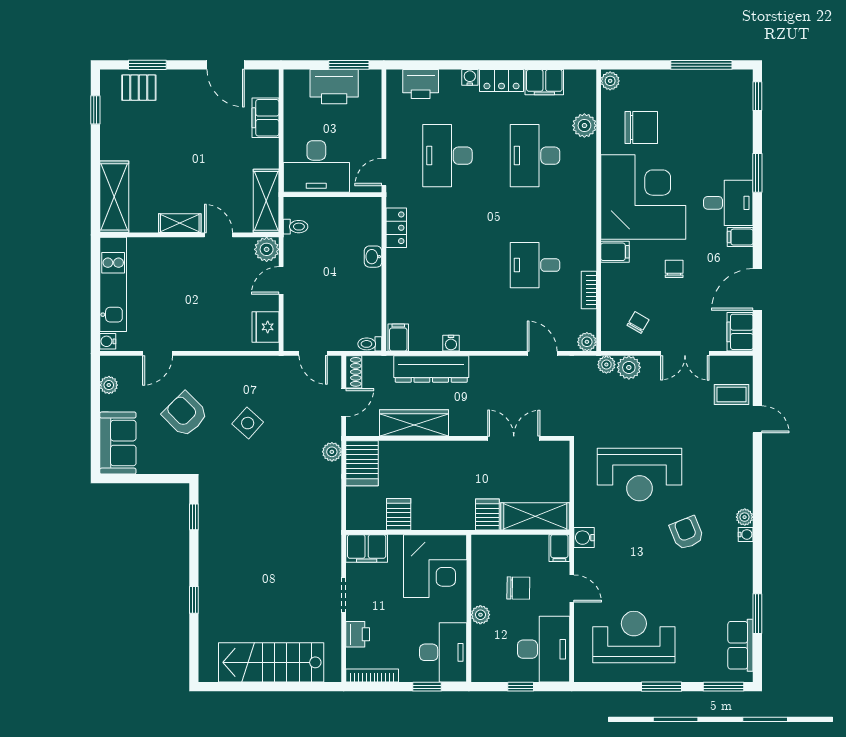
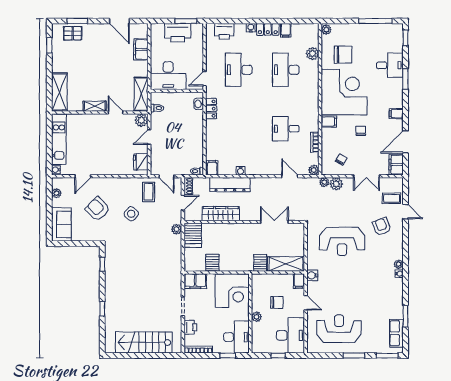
filing cabinet: (544, 82) -> (286, 30), width x0.50
desk: (728, 203) -> (390, 65), moved
washbasin: (373, 257) -> (199, 104), moved
coffee table: (280, 383) -> (148, 192), added
armchair: (687, 533) -> (382, 226), moved

